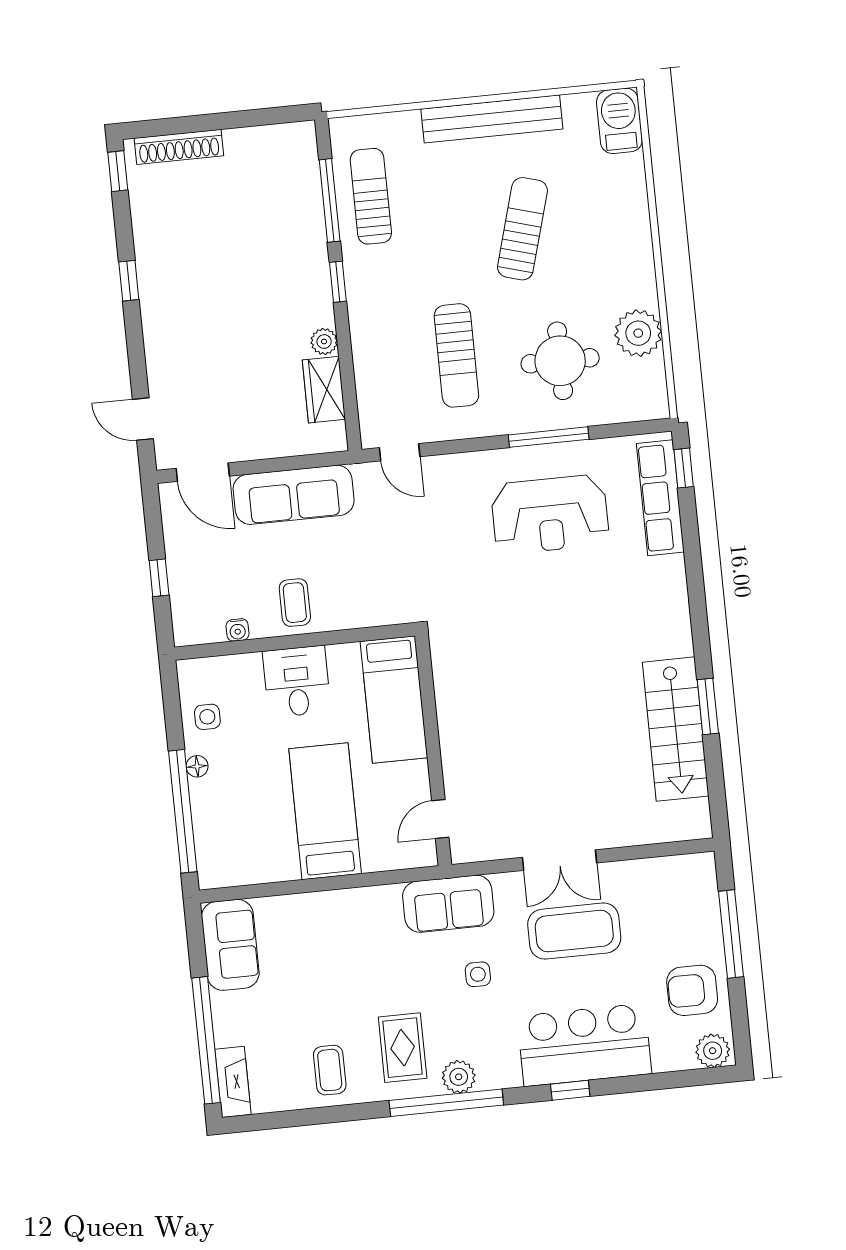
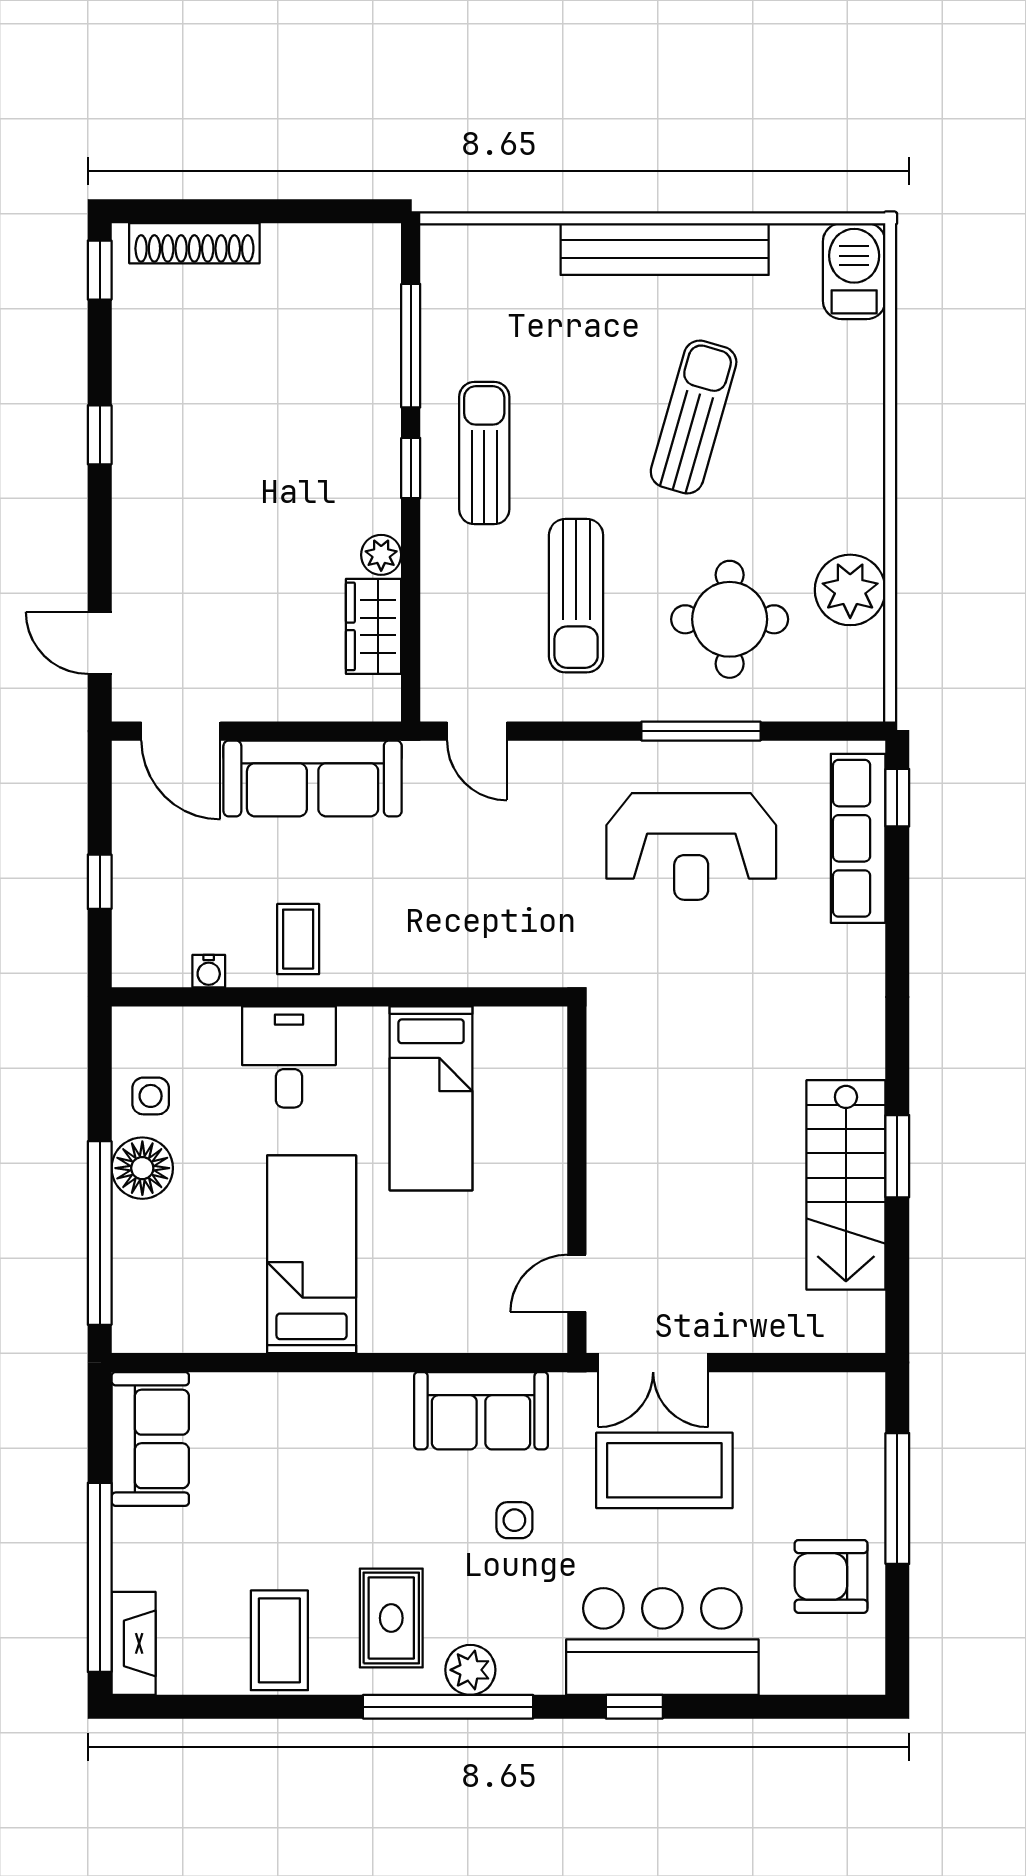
sun lounger: (371, 196) -> (484, 453), moved
wall: (433, 750) -> (577, 1180), moved
floor lamp: (197, 766) -> (142, 1168), width x1.89, depth x1.89
door: (440, 819) -> (577, 1283), moved
plant: (713, 1051) -> (852, 1669), removed
coffee table: (330, 1070) -> (279, 1640), width x1.36, depth x1.30

